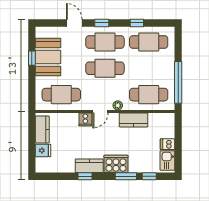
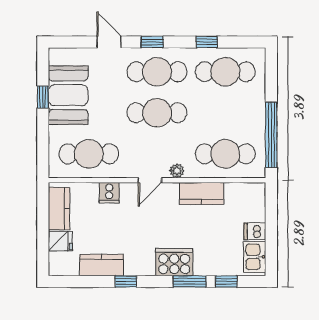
cooker: (85, 119) -> (109, 193), moved
kitchen counter: (89, 166) -> (101, 265), moved

